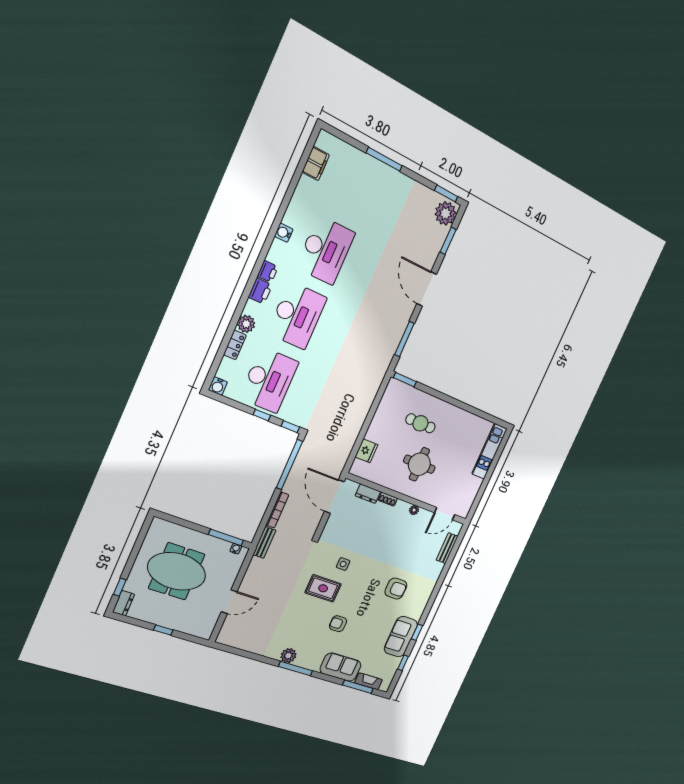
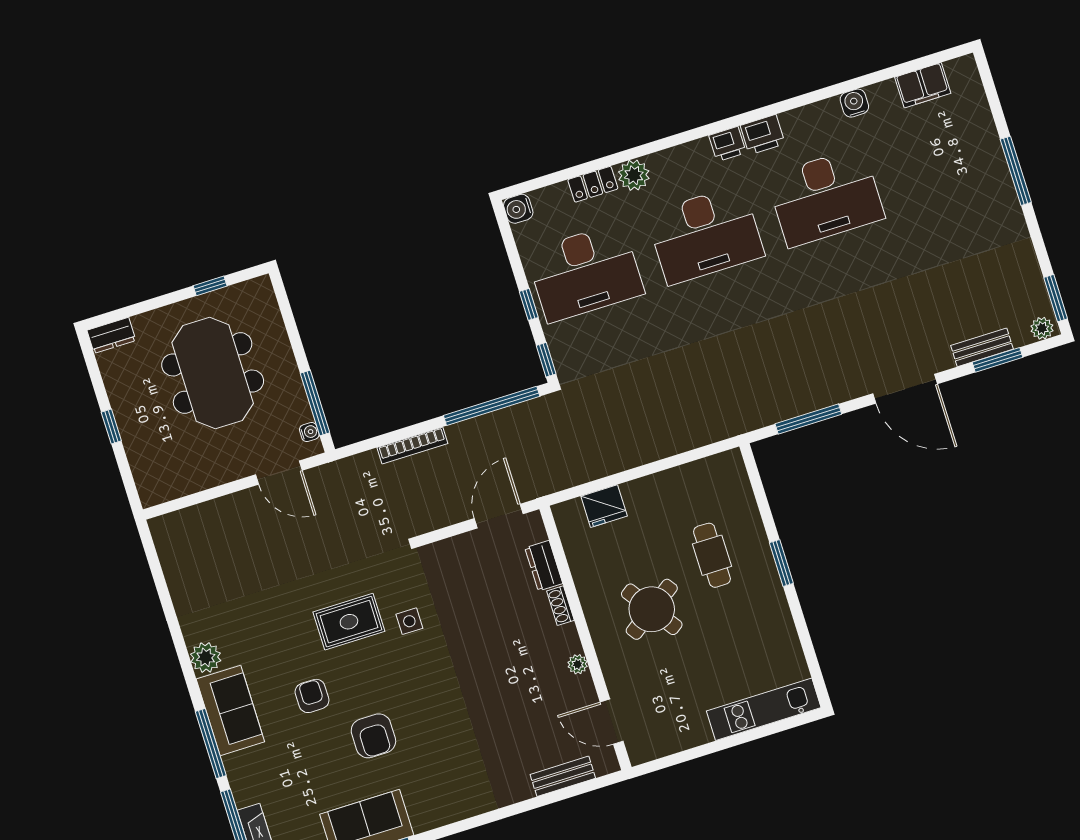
plant: (446, 213) -> (1042, 328), width x0.53, depth x0.53
water cooler: (284, 233) -> (854, 103), moved
door: (427, 289) -> (905, 389), swing flipped
printer: (260, 291) -> (763, 135), moved
window: (405, 380) -> (781, 563), moved
round table: (419, 464) -> (652, 609), turned -35
door: (334, 497) -> (499, 516), width x0.73
bench: (264, 542) -> (982, 347), moved
window: (120, 587) -> (210, 286), moved
rug: (323, 588) -> (349, 622), turned 90
armchair: (396, 589) -> (373, 736), moved
door: (229, 602) -> (279, 473), moved
sofa: (341, 667) -> (230, 710), moved
window: (295, 669) -> (211, 743), moved

